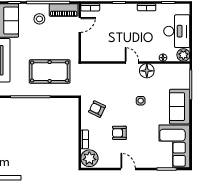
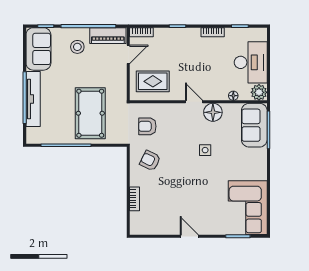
rug: (99, 46) -> (153, 81), added
pool table: (50, 72) -> (90, 113), turned 90
sofa: (180, 107) -> (254, 125), moved
armchair: (119, 133) -> (147, 126), moved
plant: (89, 158) -> (140, 223), removed

